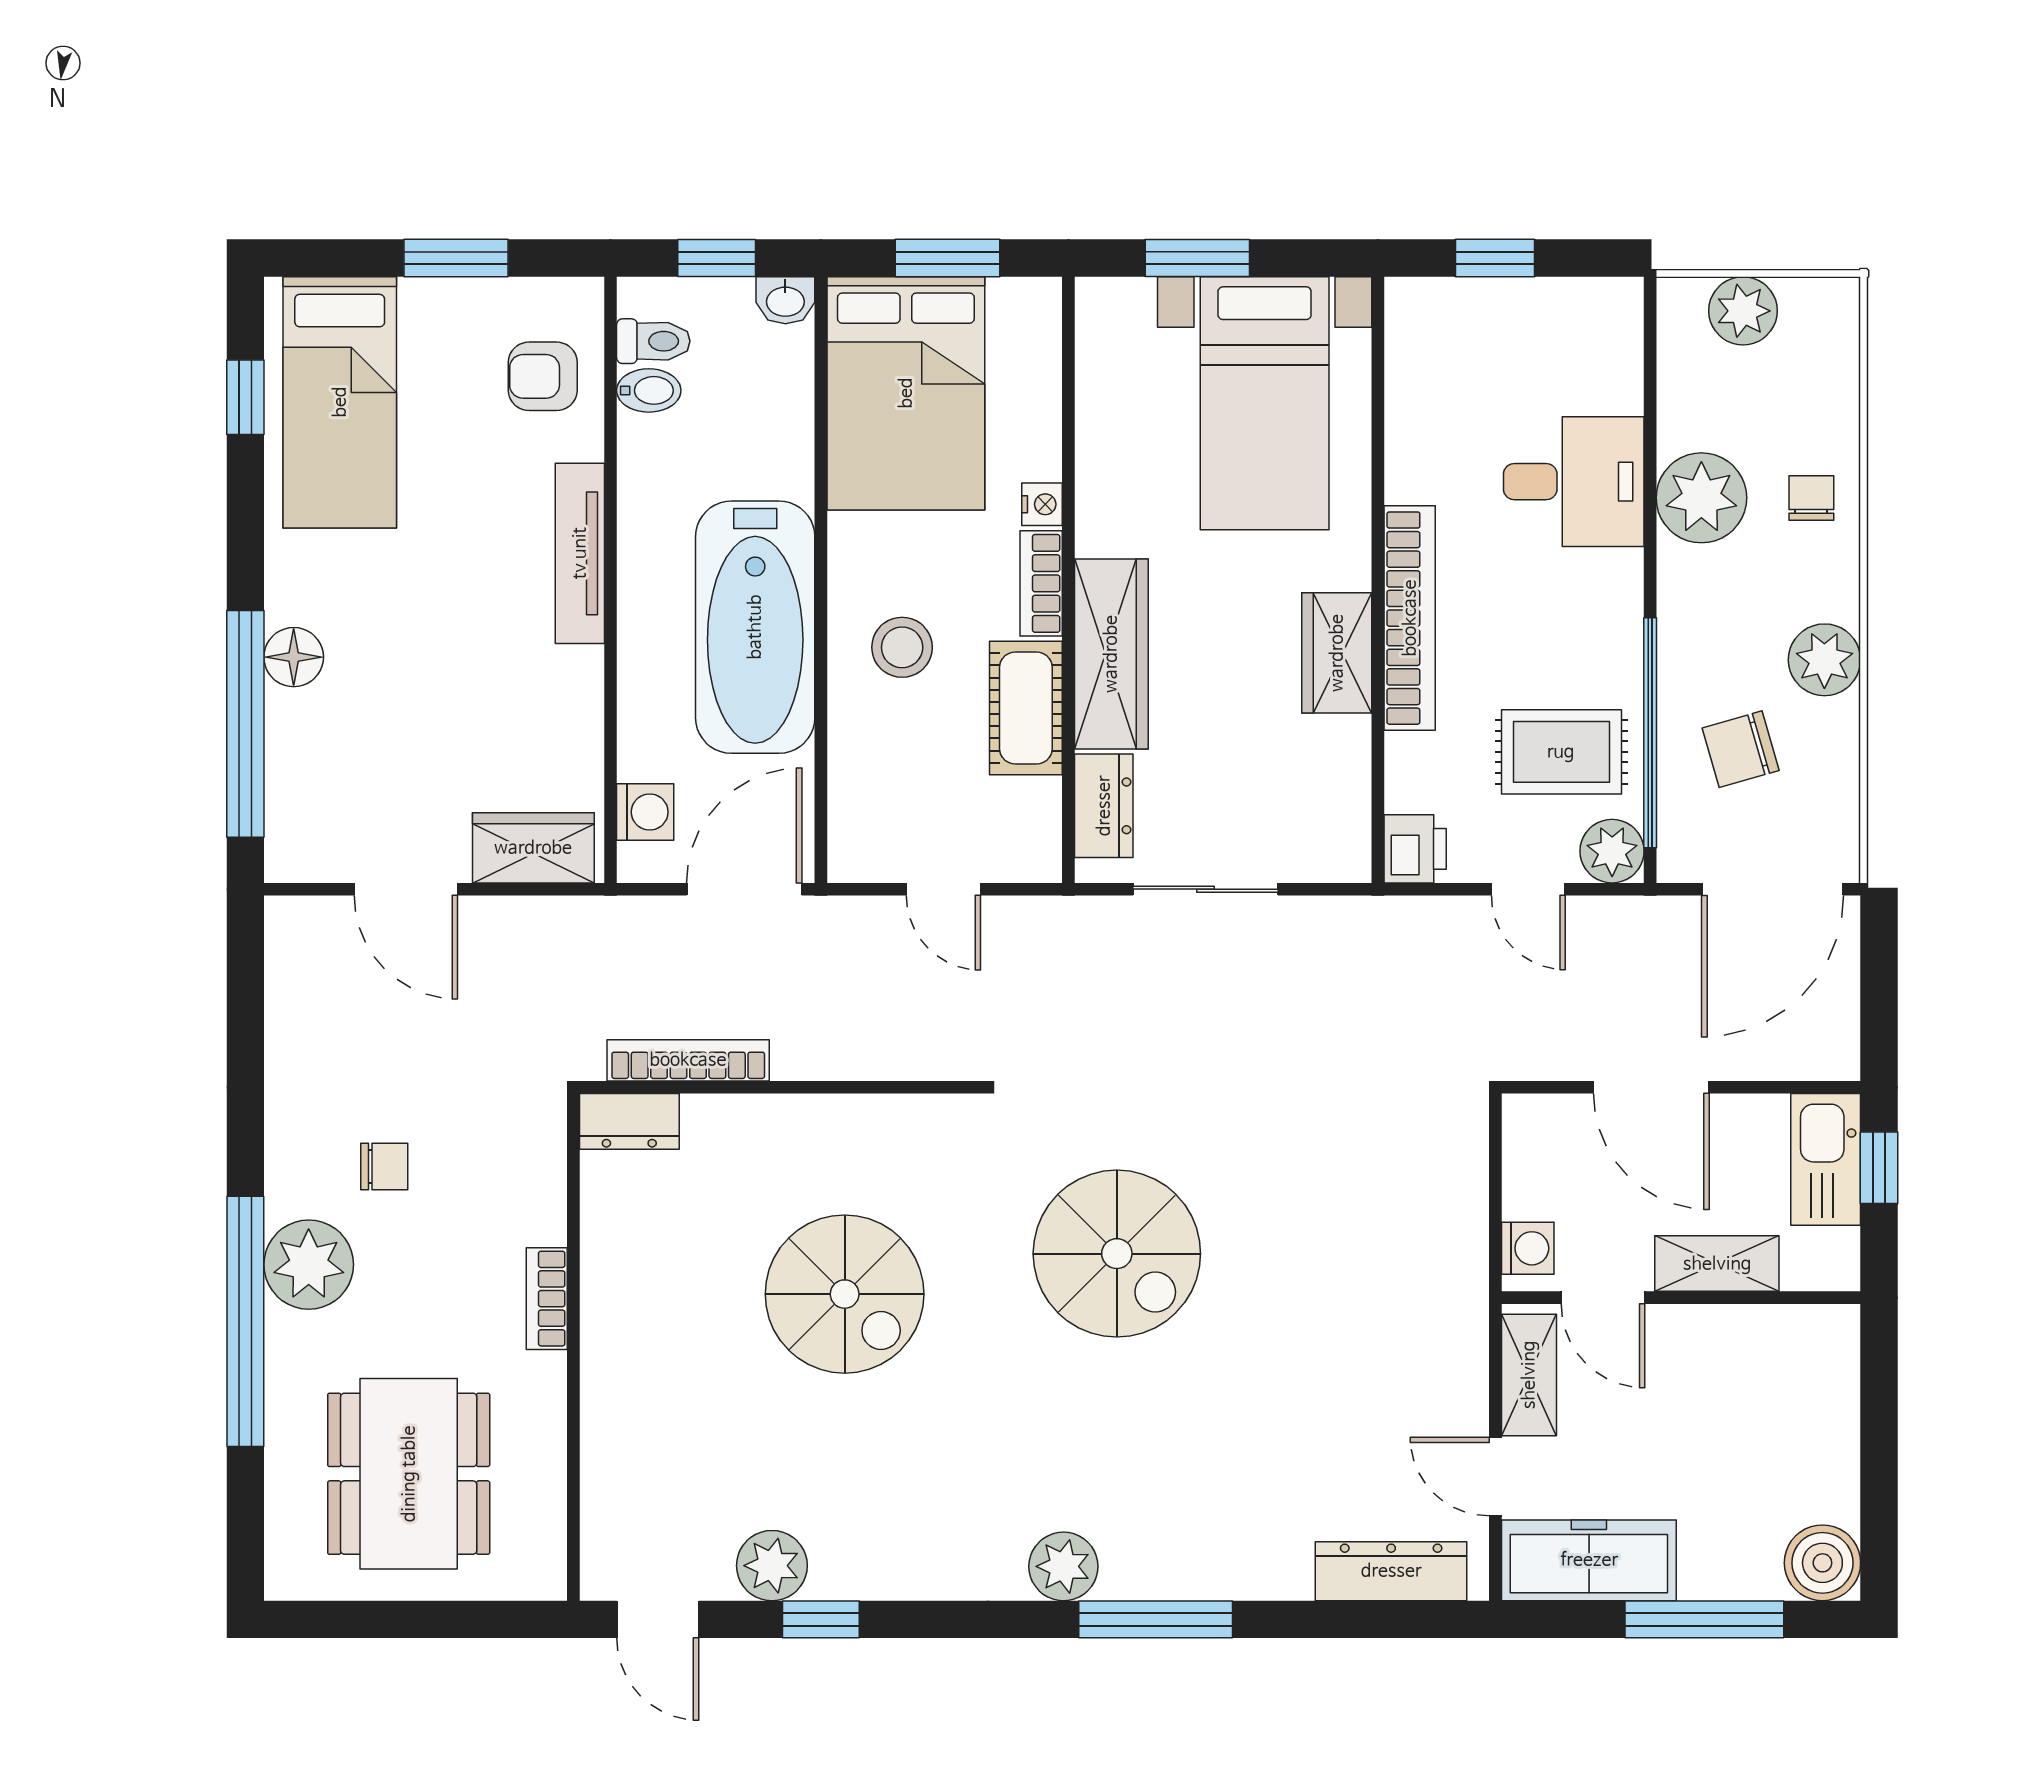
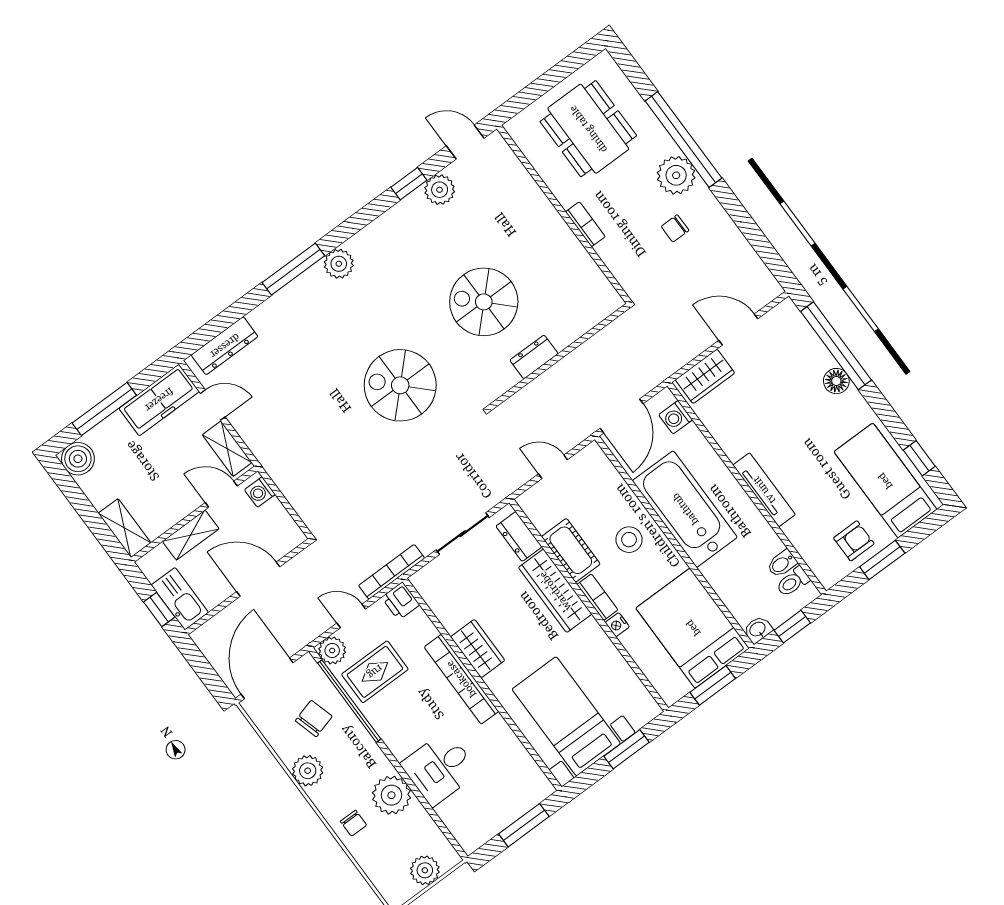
window: (1495, 258) -> (524, 825), width x1.50
armchair: (543, 376) -> (854, 541), moved
bookcase: (688, 1060) -> (392, 572), moved, turned 180
dresser: (629, 1121) -> (534, 357), moved
shelving: (1831, 1369) -> (124, 528), added

